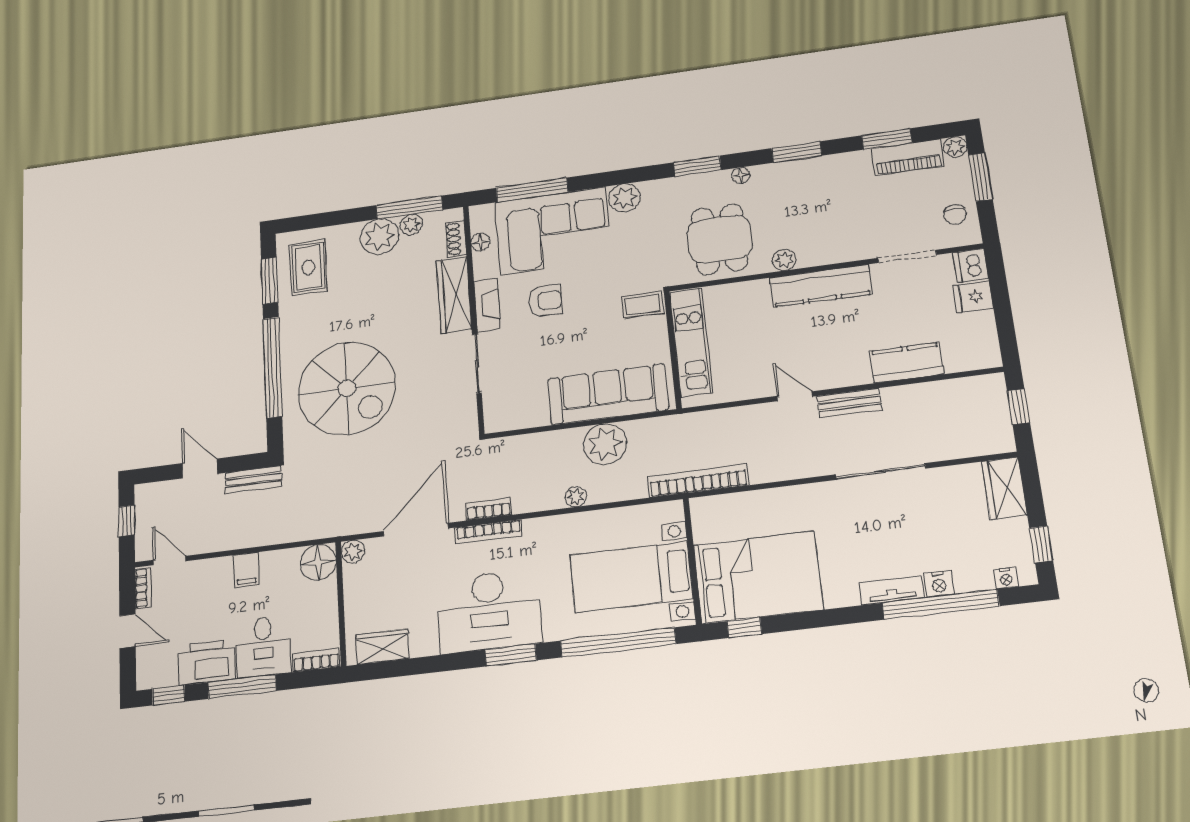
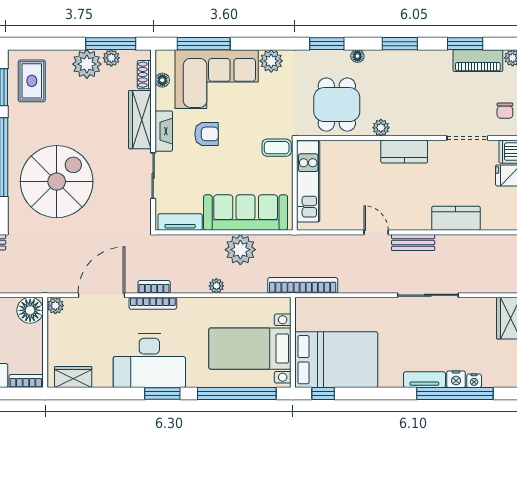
kitchen counter: (821, 286) -> (404, 152), width x0.67
spiral stairs: (347, 388) -> (57, 182), turned -90
tv unit: (518, 418) -> (180, 222), added
nightstand: (1006, 578) -> (474, 381), moved

